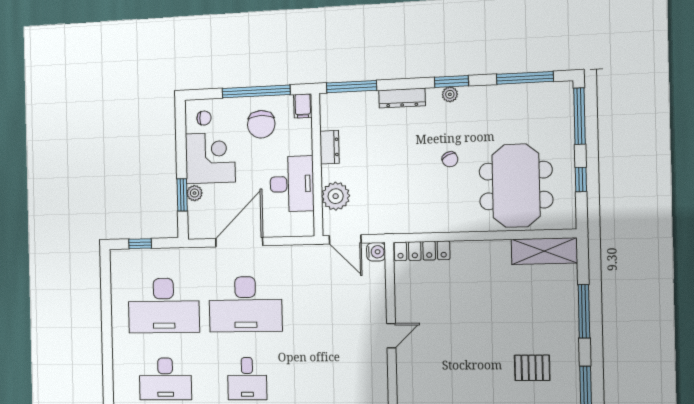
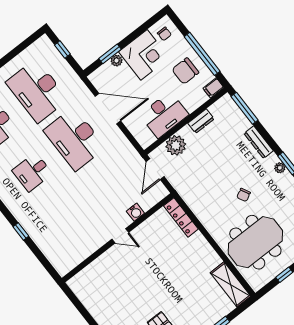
water cooler: (376, 252) -> (135, 212), moved

